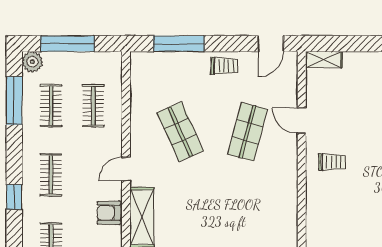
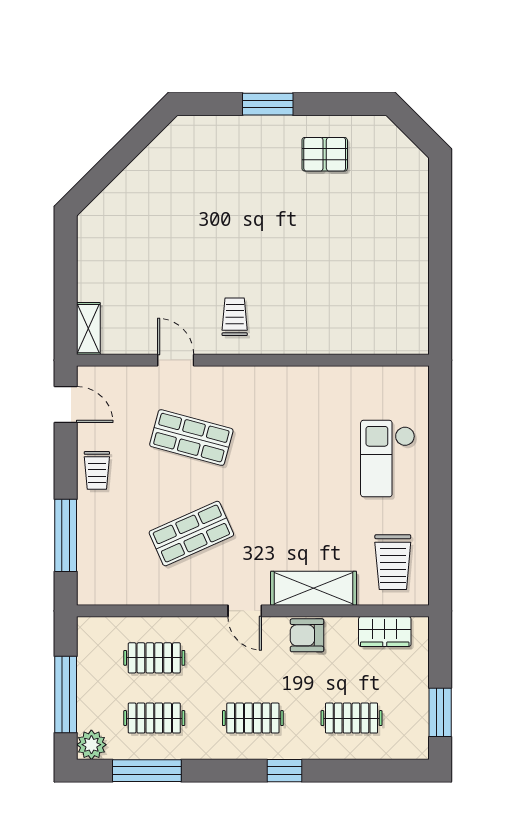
trolley: (224, 66) -> (97, 470), turned 180
door: (302, 121) -> (176, 360), swing flipped
armchair: (109, 213) -> (307, 635), turned 90

